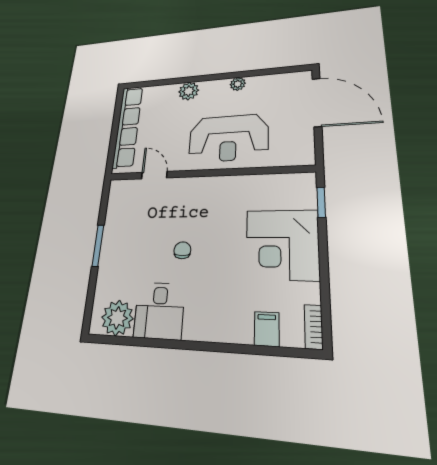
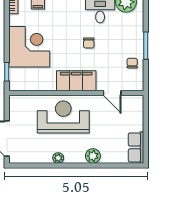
row of seats: (128, 126) -> (136, 147), width x0.50
filing cabinet: (206, 191) -> (76, 81), added
chair: (121, 219) -> (132, 63), added

